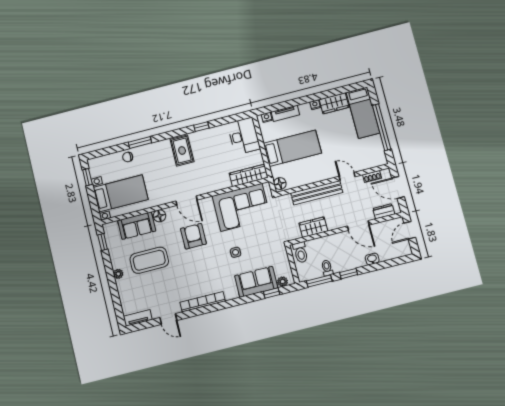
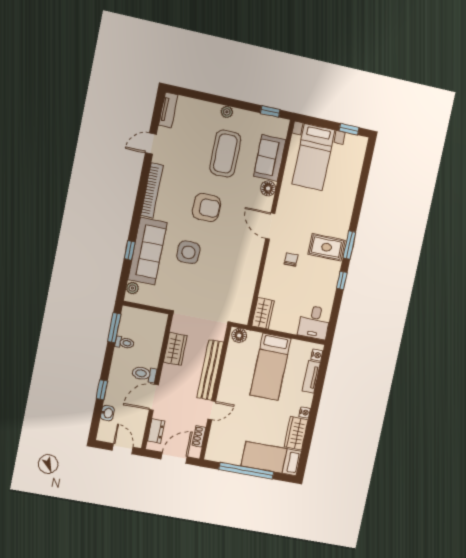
desk: (244, 136) -> (314, 322), width x0.73
window: (140, 143) -> (349, 245), moved
chair: (128, 157) -> (291, 259), moved
wardrobe: (249, 175) -> (263, 313), width x0.67
door: (187, 201) -> (270, 226), hinge flipped
corner sofa: (241, 207) -> (234, 282), removed
armchair: (193, 236) -> (206, 208), moved
side table: (236, 252) -> (188, 252), width x1.87, depth x1.87
toilet: (300, 252) -> (144, 374), moved
washbasin: (372, 259) -> (107, 413), moved
window: (349, 274) -> (102, 390), moved
sofa: (256, 282) -> (147, 251), width x1.36
window: (272, 293) -> (130, 250), moved

